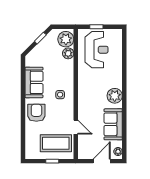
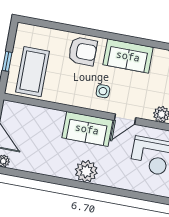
sofa: (113, 124) -> (87, 129), moved, turned 180
door: (76, 127) -> (125, 119), moved

